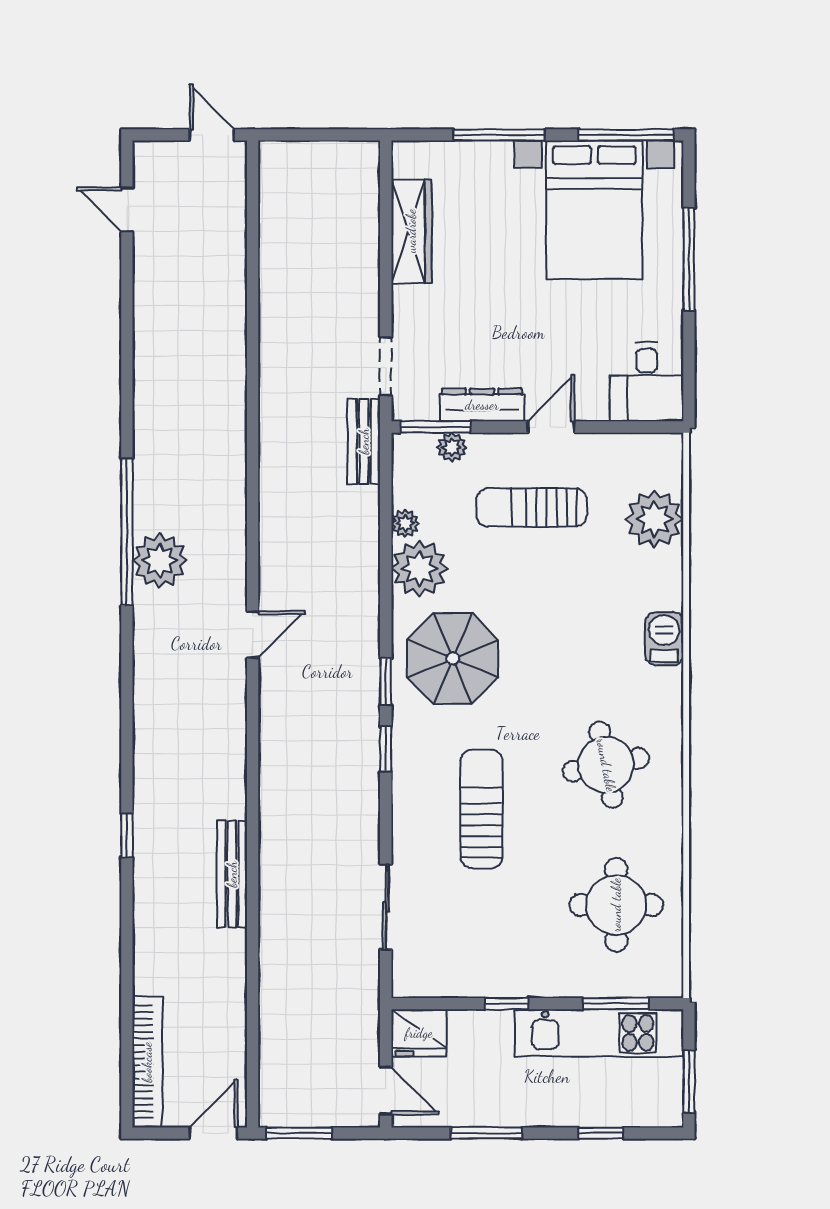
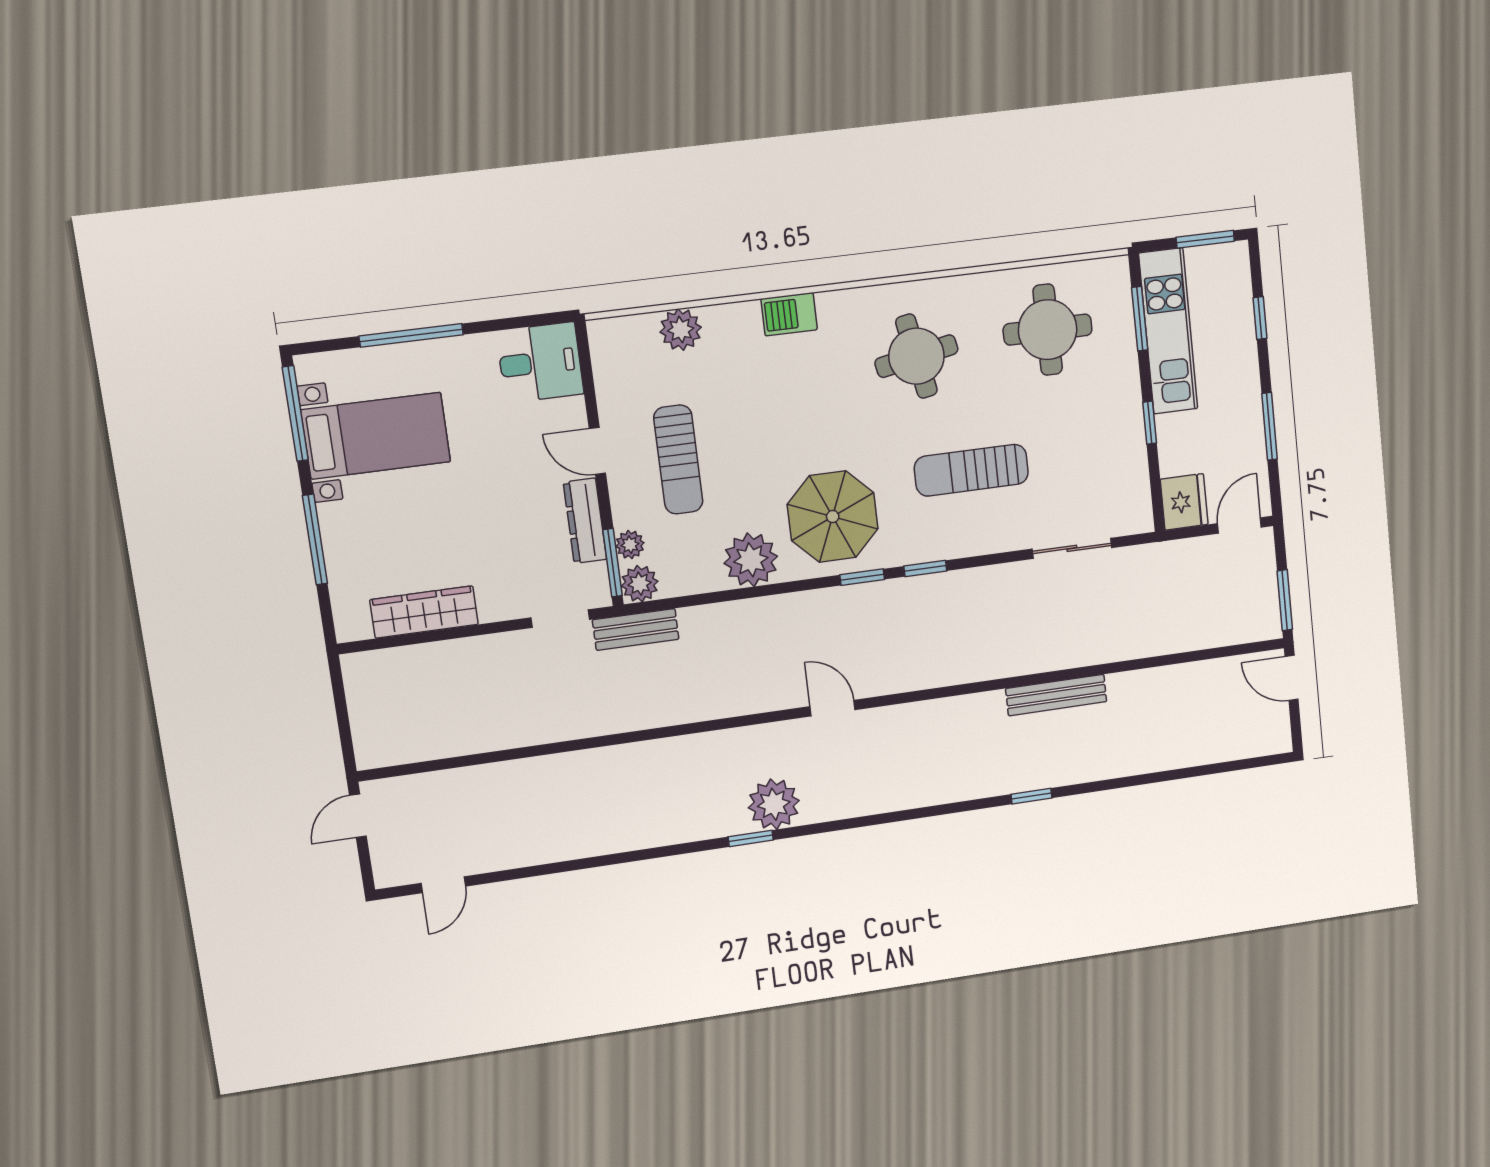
bed with nightstands: (594, 210) -> (376, 436), width x0.73
plant: (654, 519) -> (681, 330), width x0.73, depth x0.73
plant: (405, 523) -> (640, 584), moved, width x1.38, depth x1.38
window: (127, 532) -> (751, 838), width x0.32
bookcase: (147, 1062) -> (1233, 747), removed

